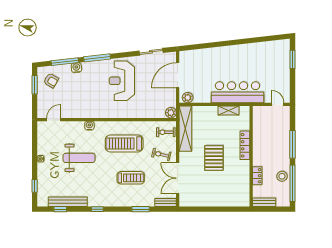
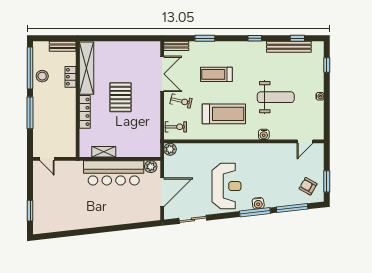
water cooler: (76, 68) -> (258, 203), moved
bar counter: (237, 92) -> (114, 173), moved
shelving: (185, 129) -> (86, 68), moved
weight bench: (79, 158) -> (276, 97), turned 180

